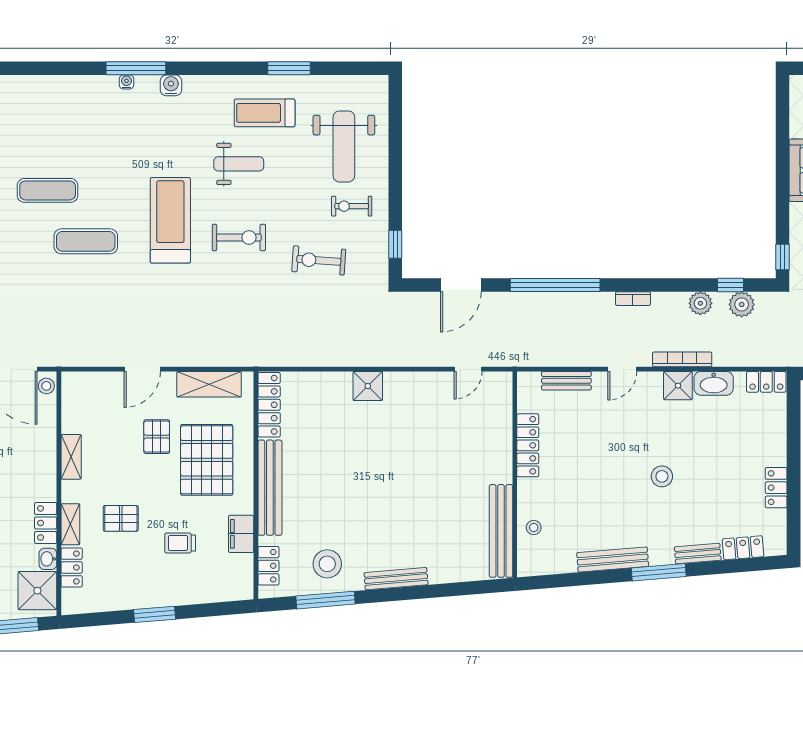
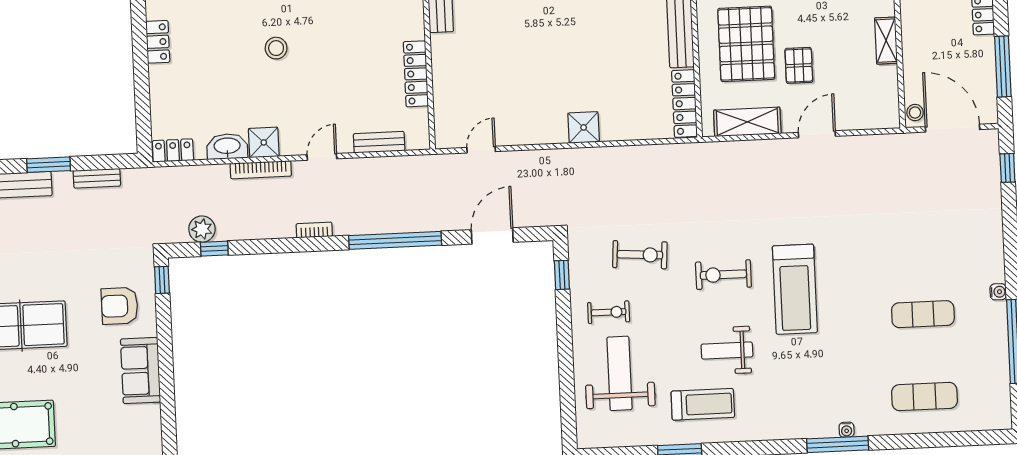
water cooler: (171, 85) -> (801, 428), removed
exercise mat: (86, 241) -> (924, 397), moved
plant: (700, 303) -> (244, 228), removed

